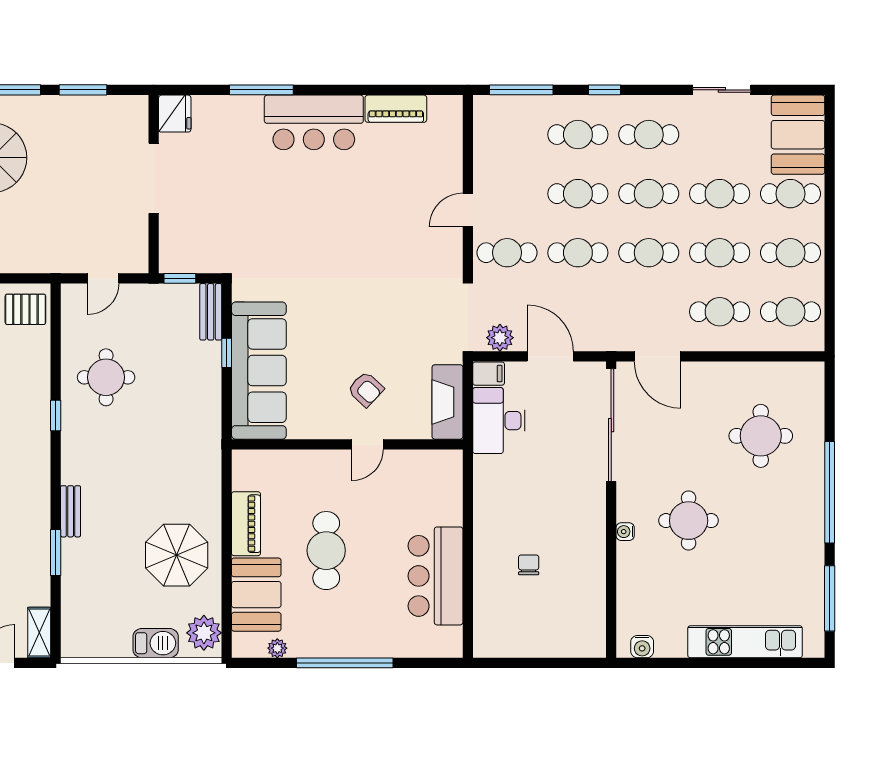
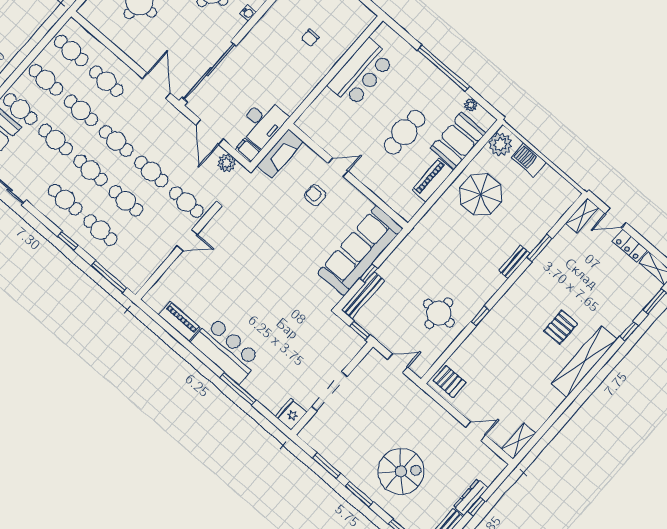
bench: (211, 312) -> (363, 295), width x1.36
armchair: (366, 389) -> (315, 195), turned -43

